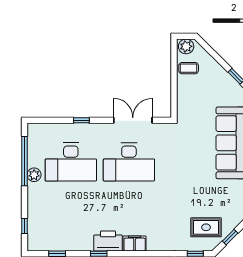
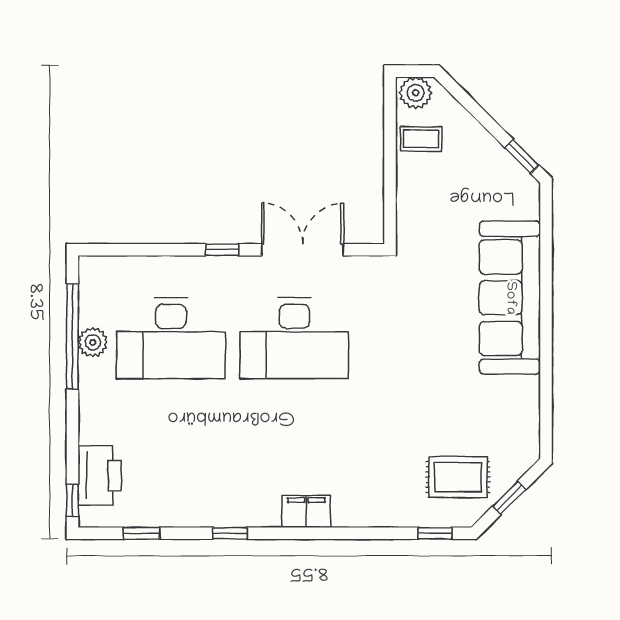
window: (81, 120) -> (222, 250), moved
plant: (34, 175) -> (93, 342), moved
window: (25, 226) -> (72, 501), moved
printer: (108, 241) -> (100, 476), moved, turned 90

